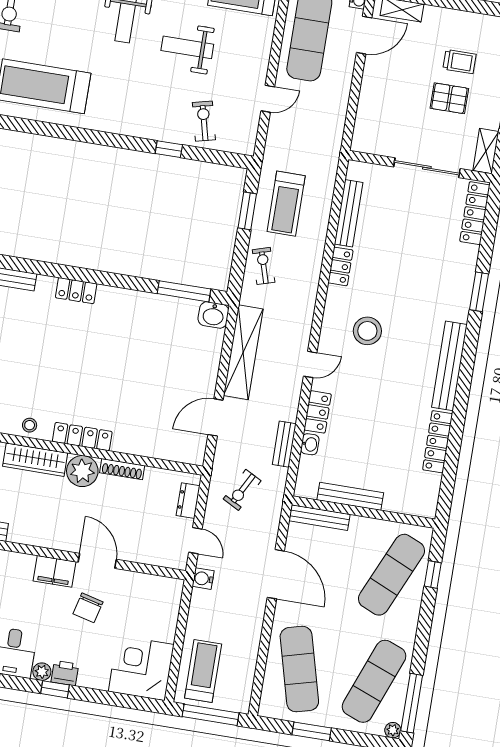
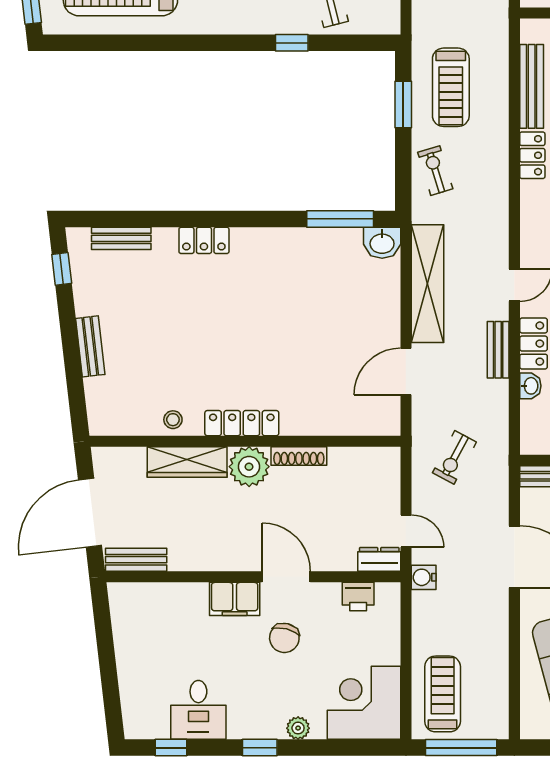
bench: (284, 444) -> (498, 350), moved
dresser: (188, 501) -> (379, 559), moved, turned 90
plant: (42, 672) -> (298, 728), moved
printer: (65, 673) -> (358, 597), moved, turned 180

